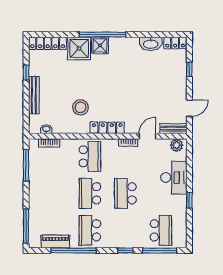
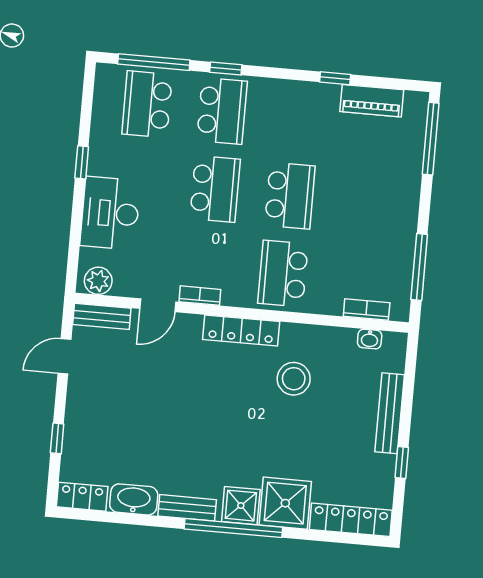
bench: (125, 42) -> (187, 508), added
school desk: (90, 230) -> (222, 111), moved
window: (74, 250) -> (335, 78), width x0.32

